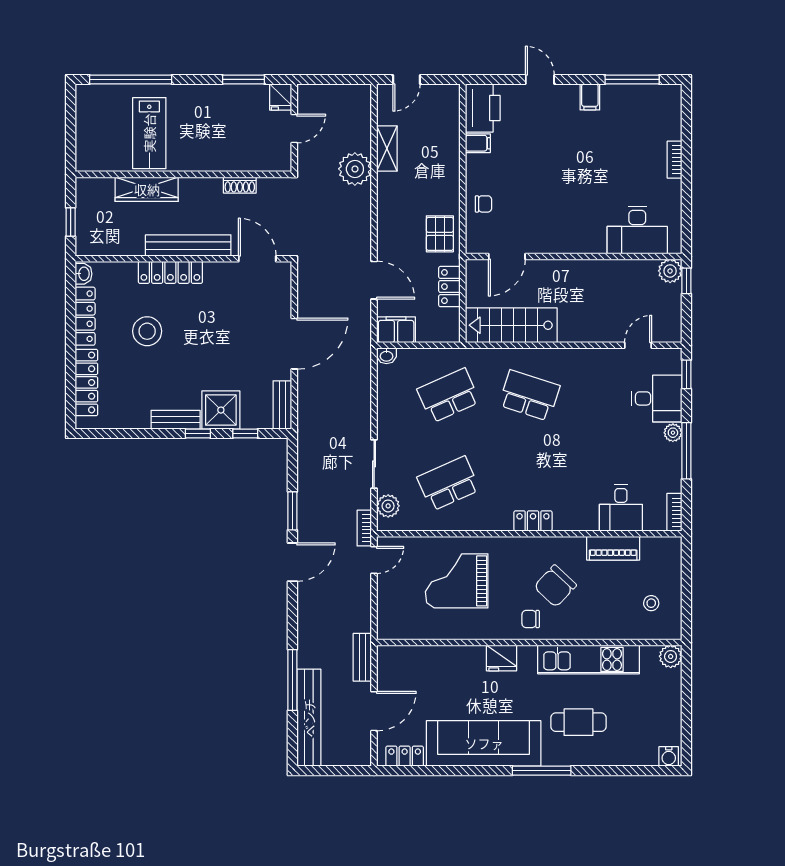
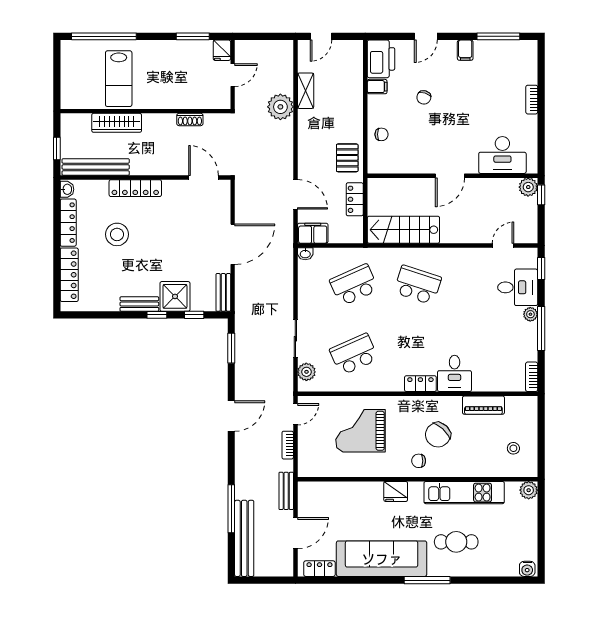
door: (540, 79) -> (426, 36), swing flipped
chair: (537, 157) -> (424, 97), added
bench: (188, 245) -> (96, 167), moved
door: (507, 256) -> (450, 176), moved
desk: (621, 508) -> (455, 373), moved
window: (292, 511) -> (231, 348), moved
bookcase: (364, 528) -> (288, 445), moved

